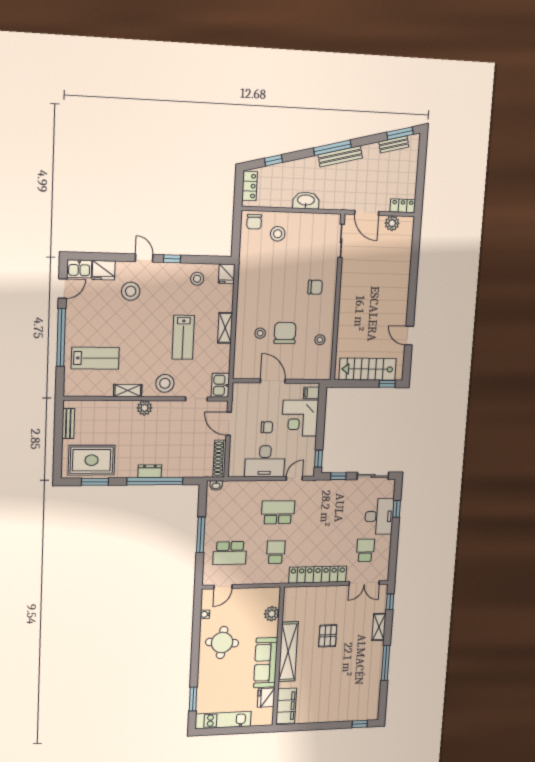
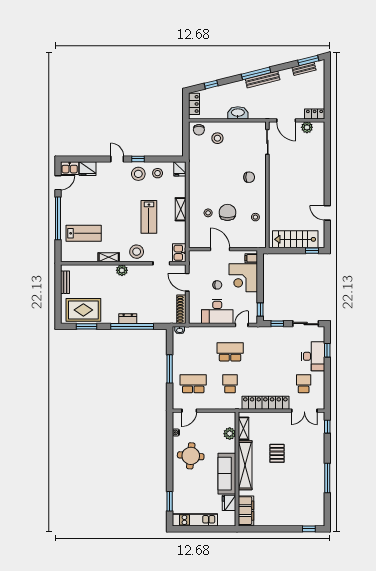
stool: (131, 291) -> (138, 174), moved
school desk: (230, 553) -> (193, 384), turned 180
shelving: (379, 627) -> (243, 428), moved

